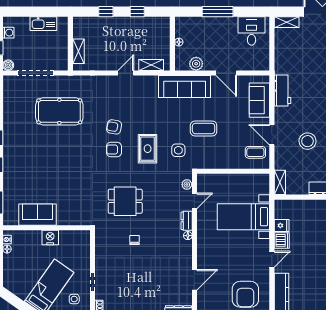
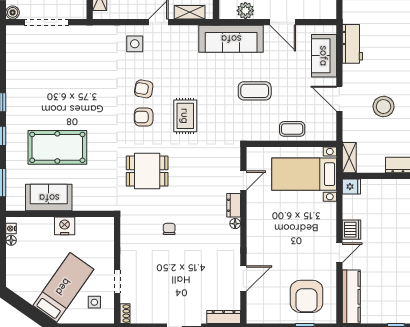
pool table: (59, 111) -> (57, 147), moved
side table: (178, 150) -> (135, 44), moved
coffee table: (255, 152) -> (292, 129), moved
plant: (187, 184) -> (234, 160), removed
dining table: (125, 201) -> (147, 171), moved
bed with nightstands: (243, 217) -> (304, 174), moved
fridge: (282, 225) -> (351, 186), moved

